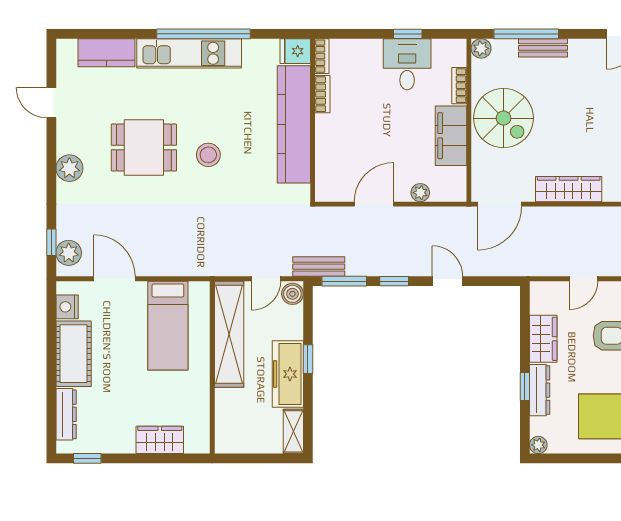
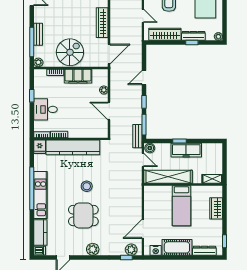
dishwasher: (66, 51) -> (40, 251), added
desk: (407, 64) -> (46, 109), moved
dining table: (144, 148) -> (83, 216), turned 90
door: (500, 204) -> (109, 54), hinge flipped
bed: (168, 326) -> (181, 206), moved, turned 90
wardrobe: (543, 339) -> (165, 34), width x1.50
shelving: (293, 431) -> (212, 179), moved

